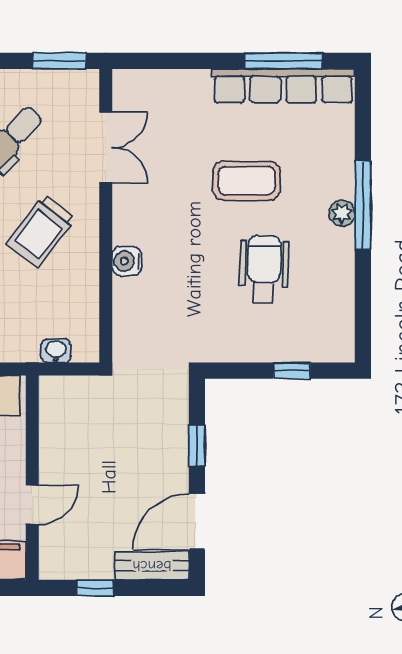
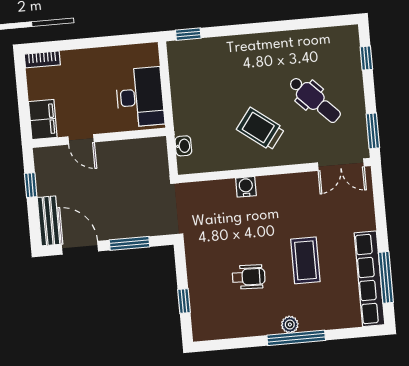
double door: (106, 147) -> (341, 165), moved
wheelchair: (264, 269) -> (249, 277), width x0.73, depth x0.73
window: (197, 446) -> (130, 243), width x1.50

